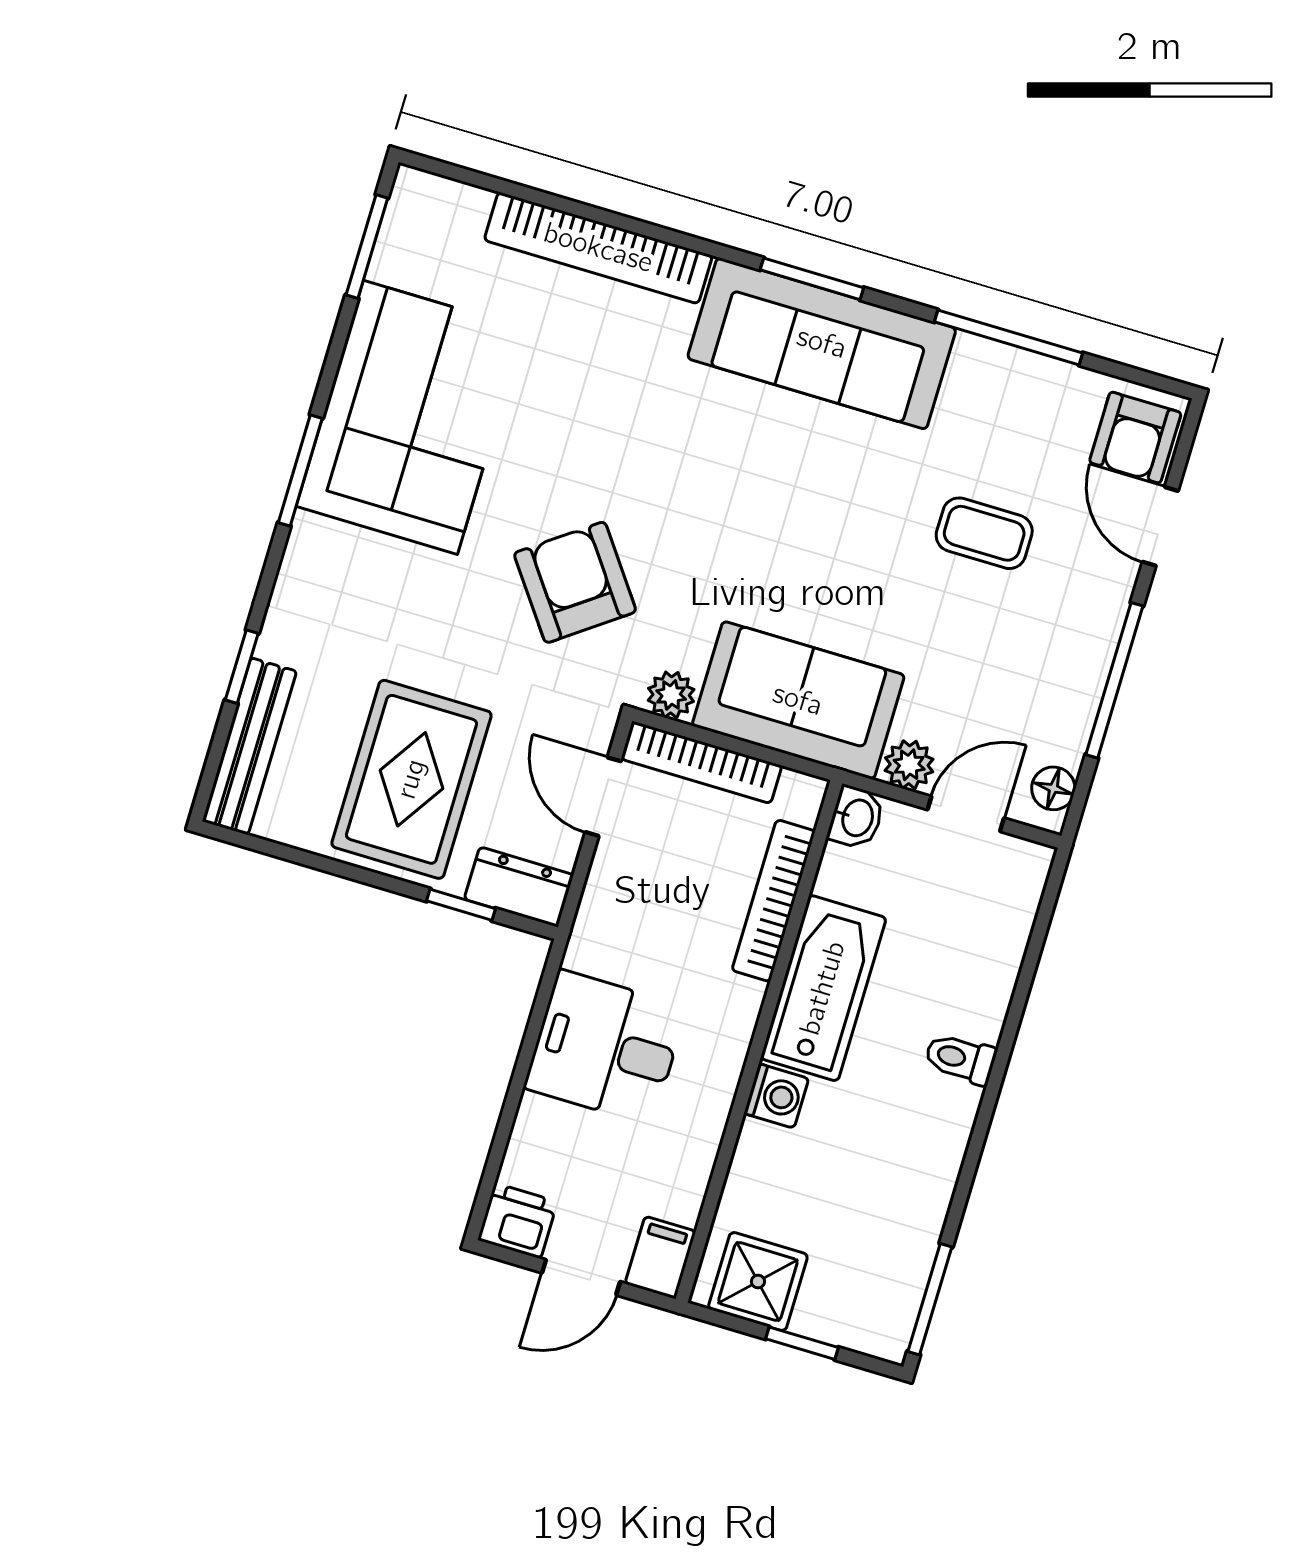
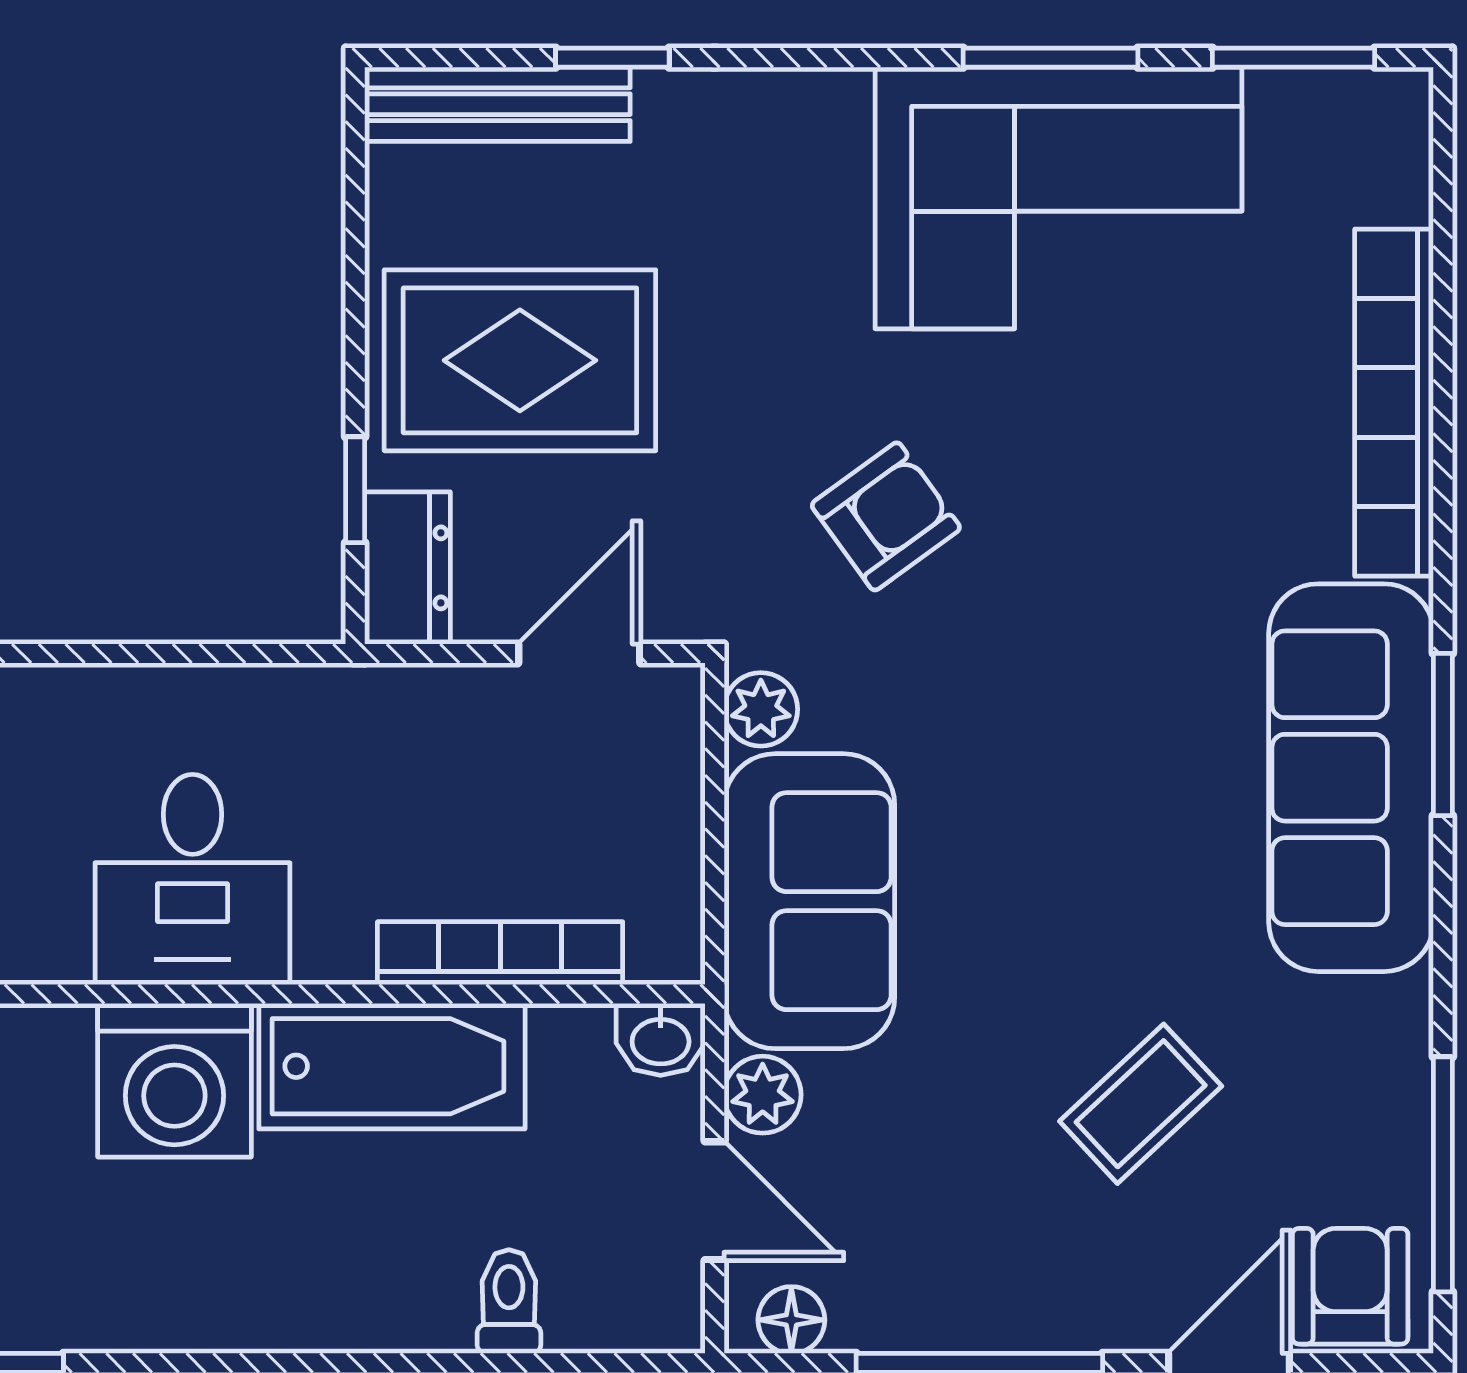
window: (1009, 337) -> (1443, 1174), moved
armchair: (1135, 437) -> (1350, 1286), turned 90
window: (300, 470) -> (1050, 58), moved
coffee table: (984, 533) -> (1141, 1104), turned 47
armchair: (575, 582) -> (886, 516), width x0.72, depth x0.72
bookcase: (701, 762) -> (674, 784), removed
desk: (605, 1047) -> (192, 879), moved, turned 180
toilet: (960, 1059) -> (509, 1302), moved
washing machine: (776, 1096) -> (174, 1080), width x1.89, depth x1.89

